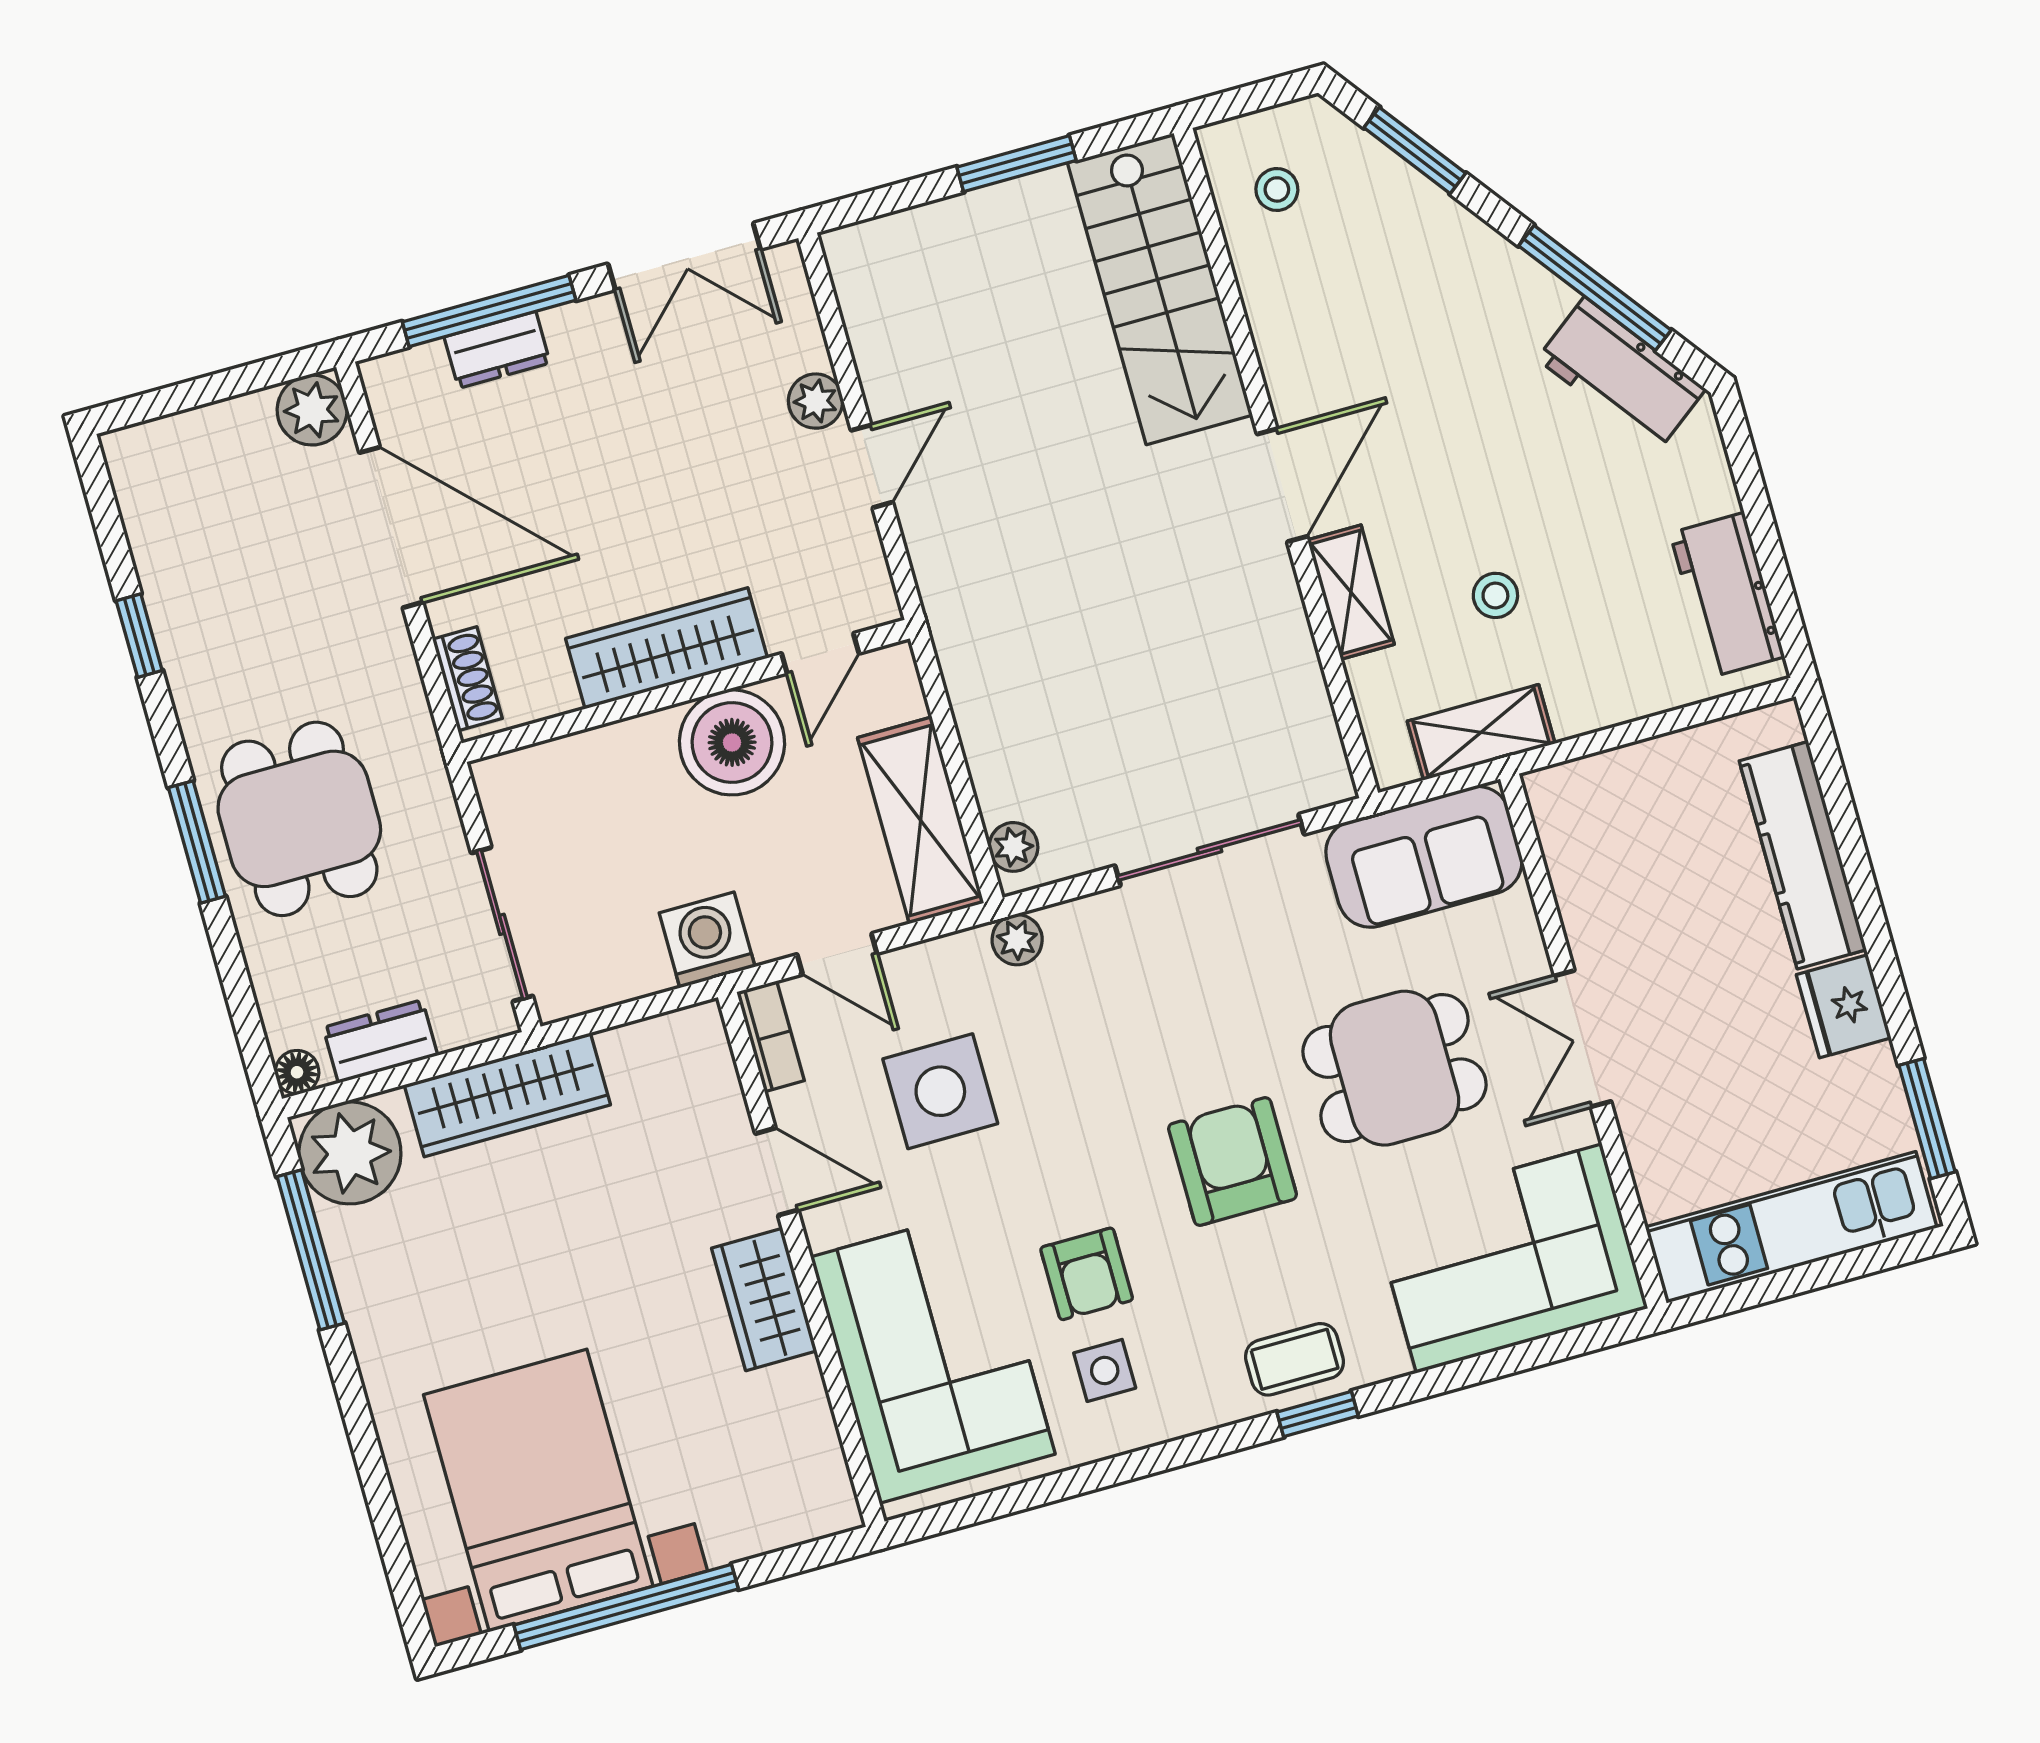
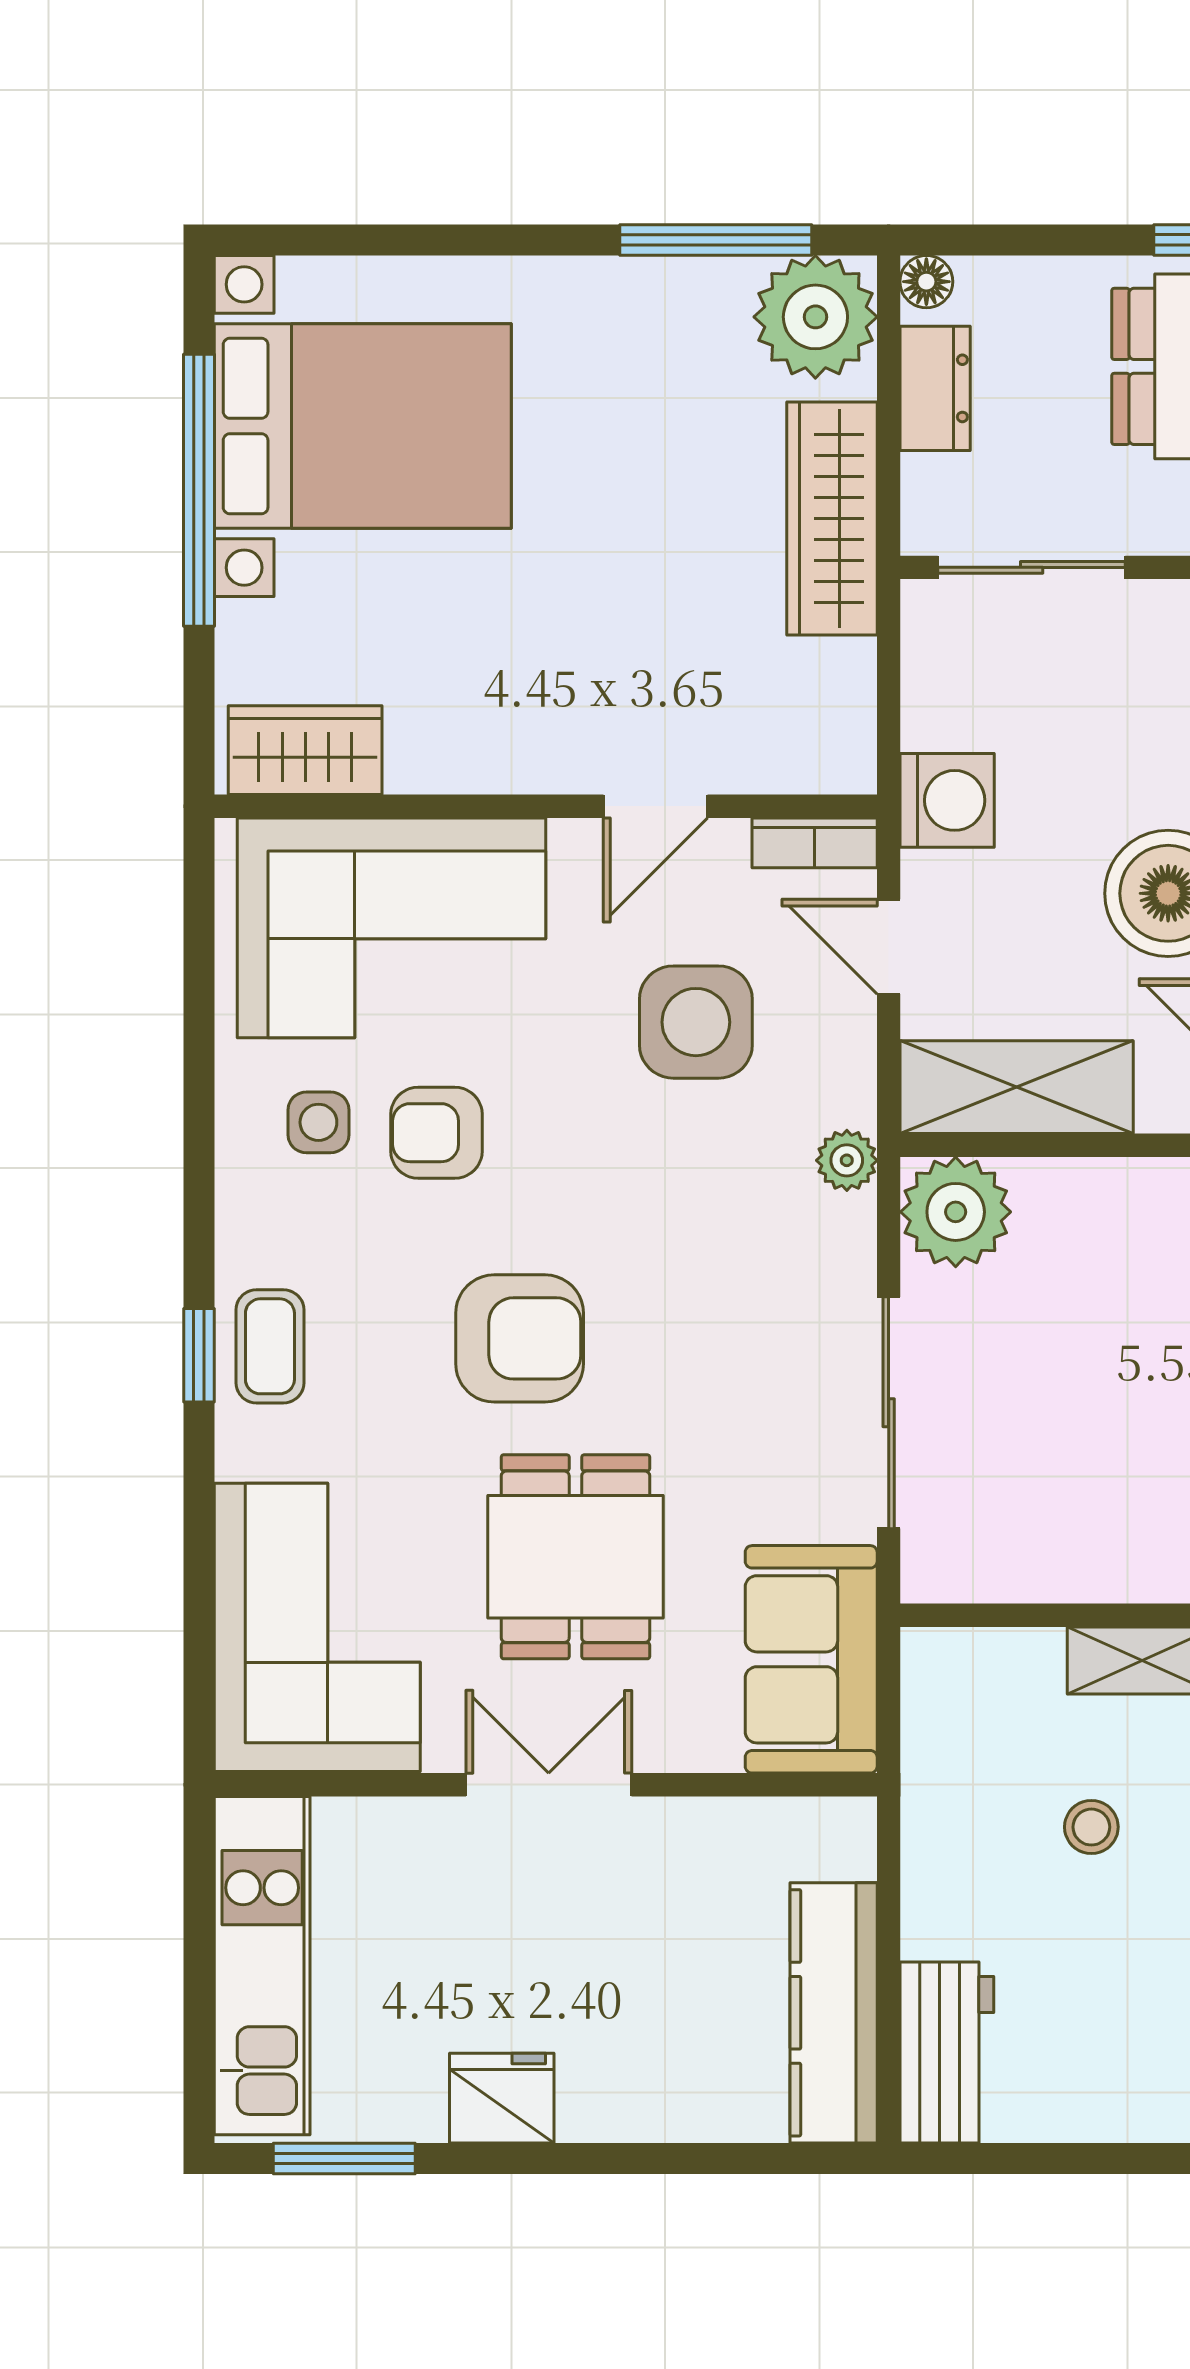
workbench: (1727, 595) -> (947, 2052), moved, turned 90
shelving: (1481, 732) -> (937, 1766), removed
plant: (1013, 847) -> (956, 1212), width x1.87, depth x1.87
kitchen counter: (1803, 855) -> (834, 2013), moved, turned -90
door: (837, 954) -> (889, 947), hinge flipped
wardrobe: (764, 1299) -> (305, 750), moved

